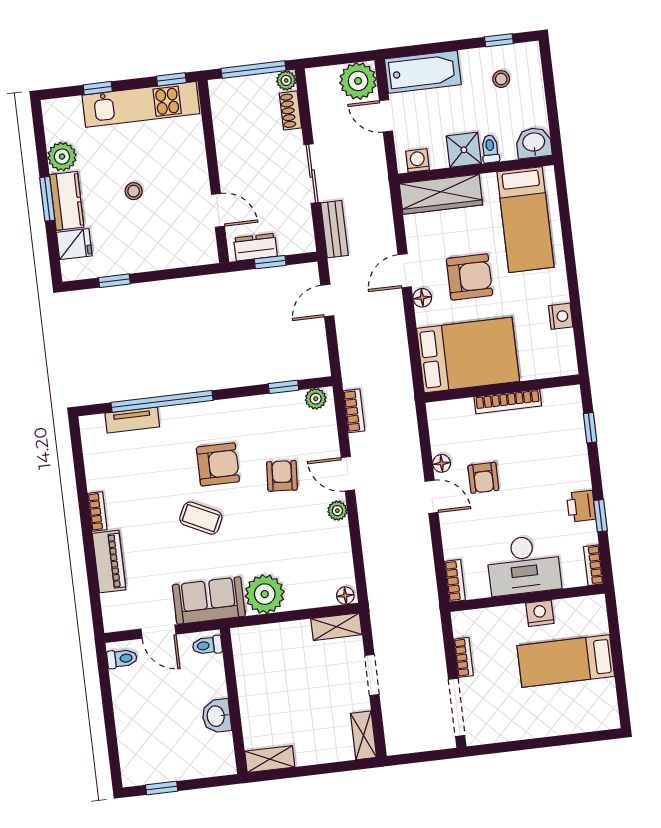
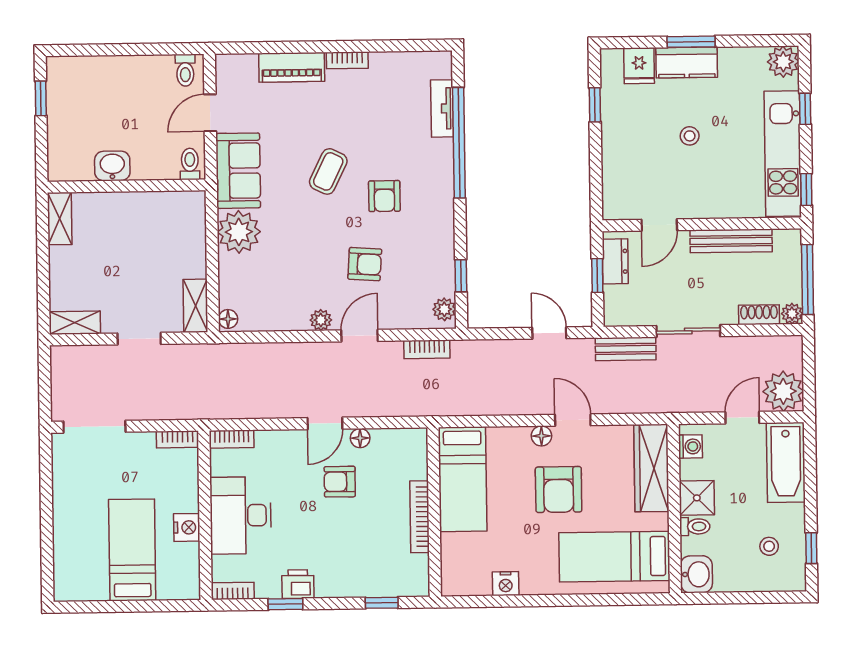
bench: (226, 143) -> (731, 241), added
plant: (62, 157) -> (783, 62), moved
bed: (468, 355) -> (463, 479), width x0.67
armchair: (218, 464) -> (384, 196), width x0.72, depth x0.72
bookcase: (463, 657) -> (177, 439), moved

